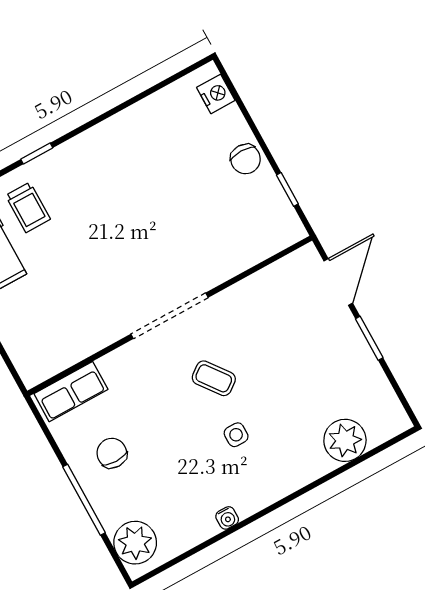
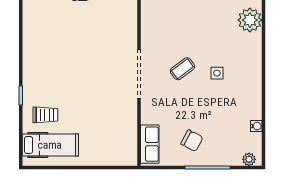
chair: (112, 453) -> (192, 141), turned -152
water cooler: (227, 518) -> (256, 126), moved
plant: (135, 543) -> (249, 159), width x0.53, depth x0.53

